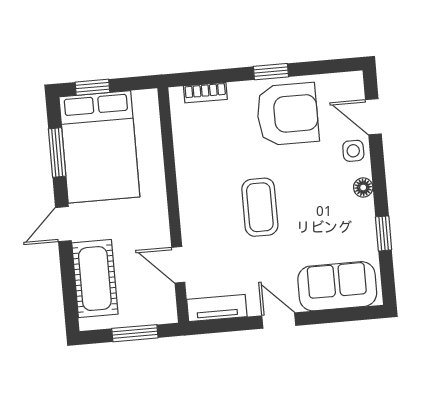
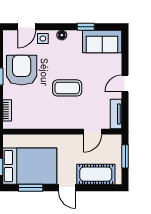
sofa: (337, 286) -> (102, 42), moved, turned -90

